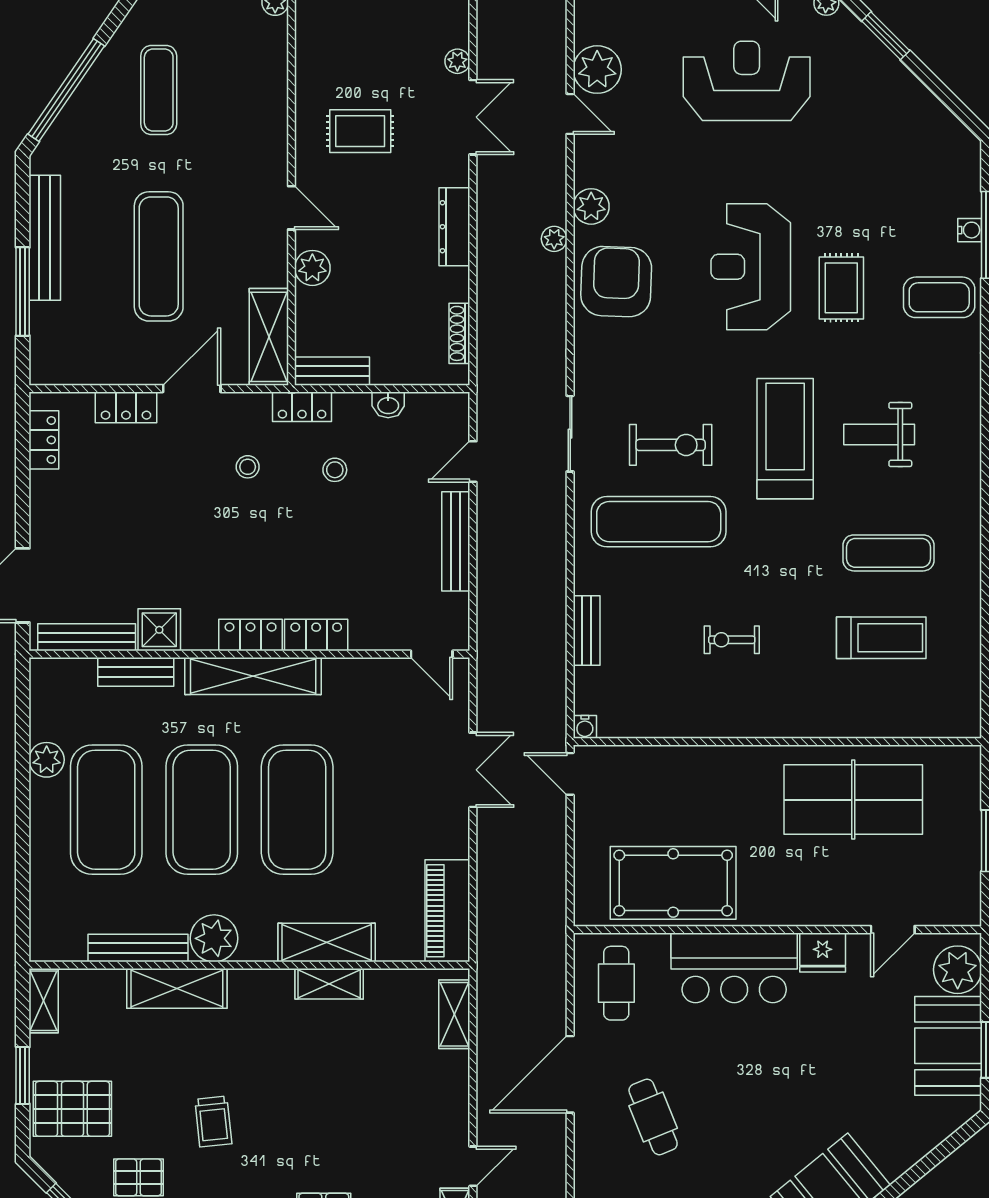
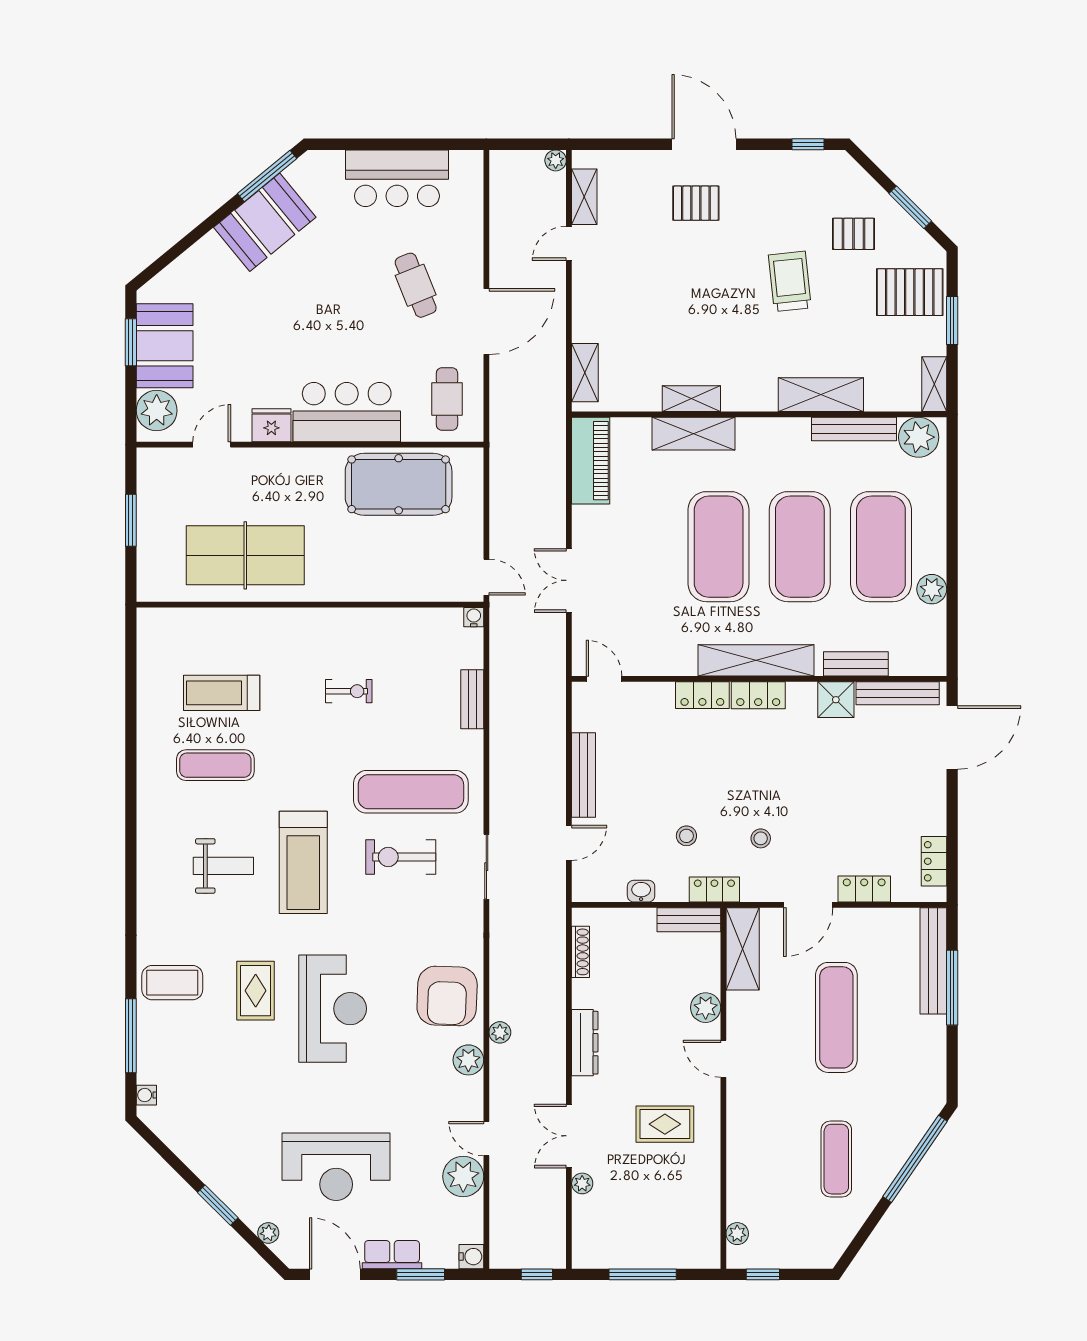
water cooler: (970, 230) -> (146, 1095), moved
bench: (45, 238) -> (933, 961), moved
plant: (214, 938) -> (919, 437), moved
trolley: (213, 1121) -> (790, 281), width x1.36, depth x1.39

